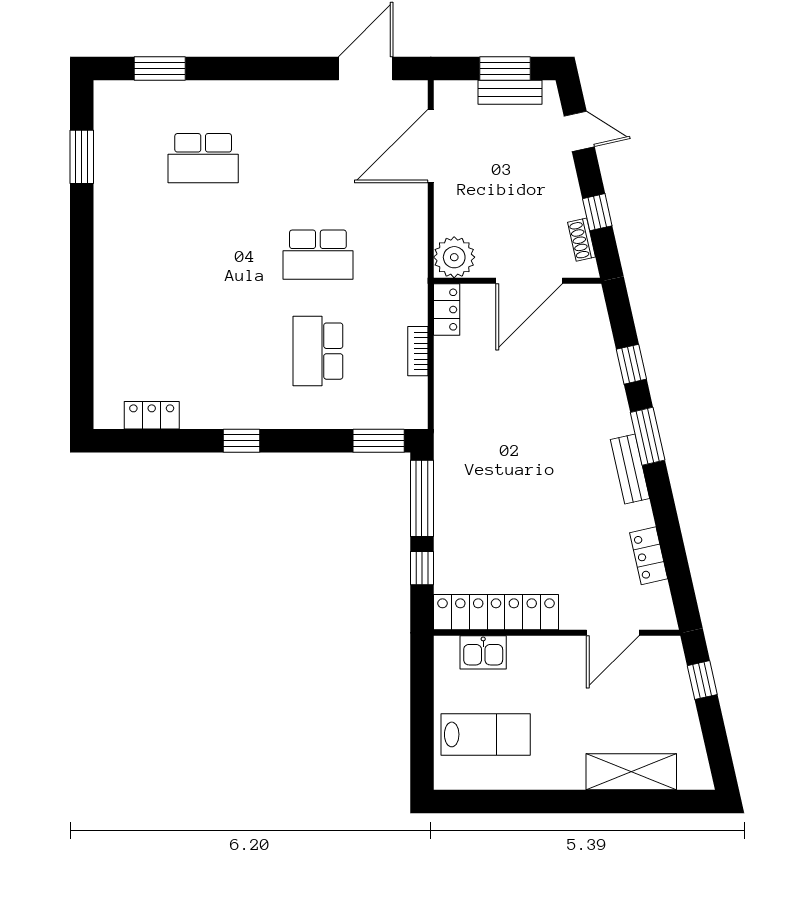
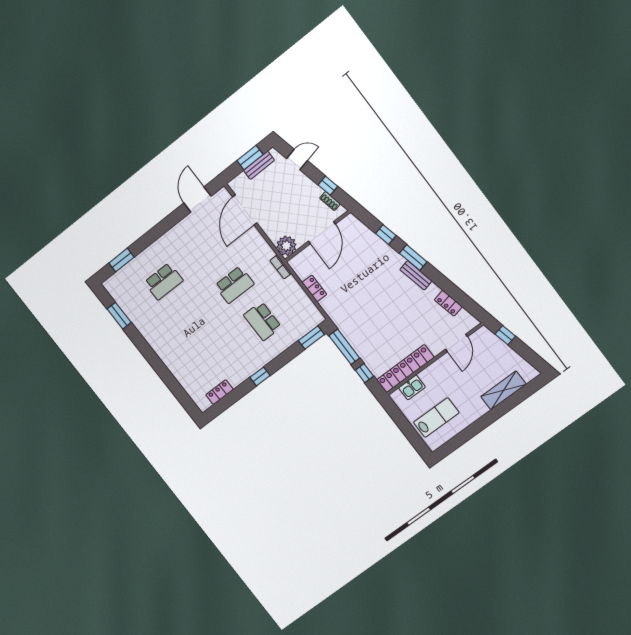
locker: (447, 310) -> (314, 288), moved
bookcase: (418, 351) -> (281, 267), moved

